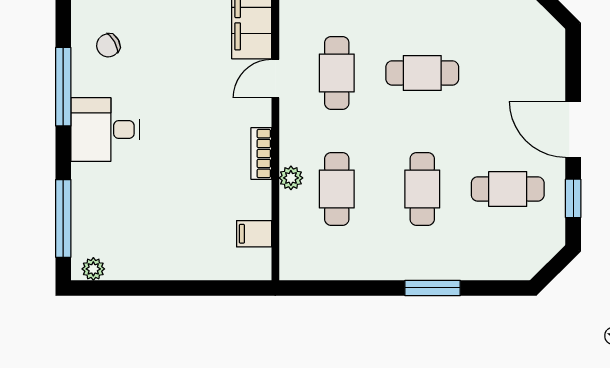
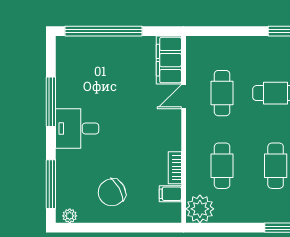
chair: (108, 45) -> (112, 192), moved, width x1.87, depth x1.87
bookcase: (261, 153) -> (175, 168), moved
plant: (291, 178) -> (200, 209), moved, width x1.88, depth x1.88

